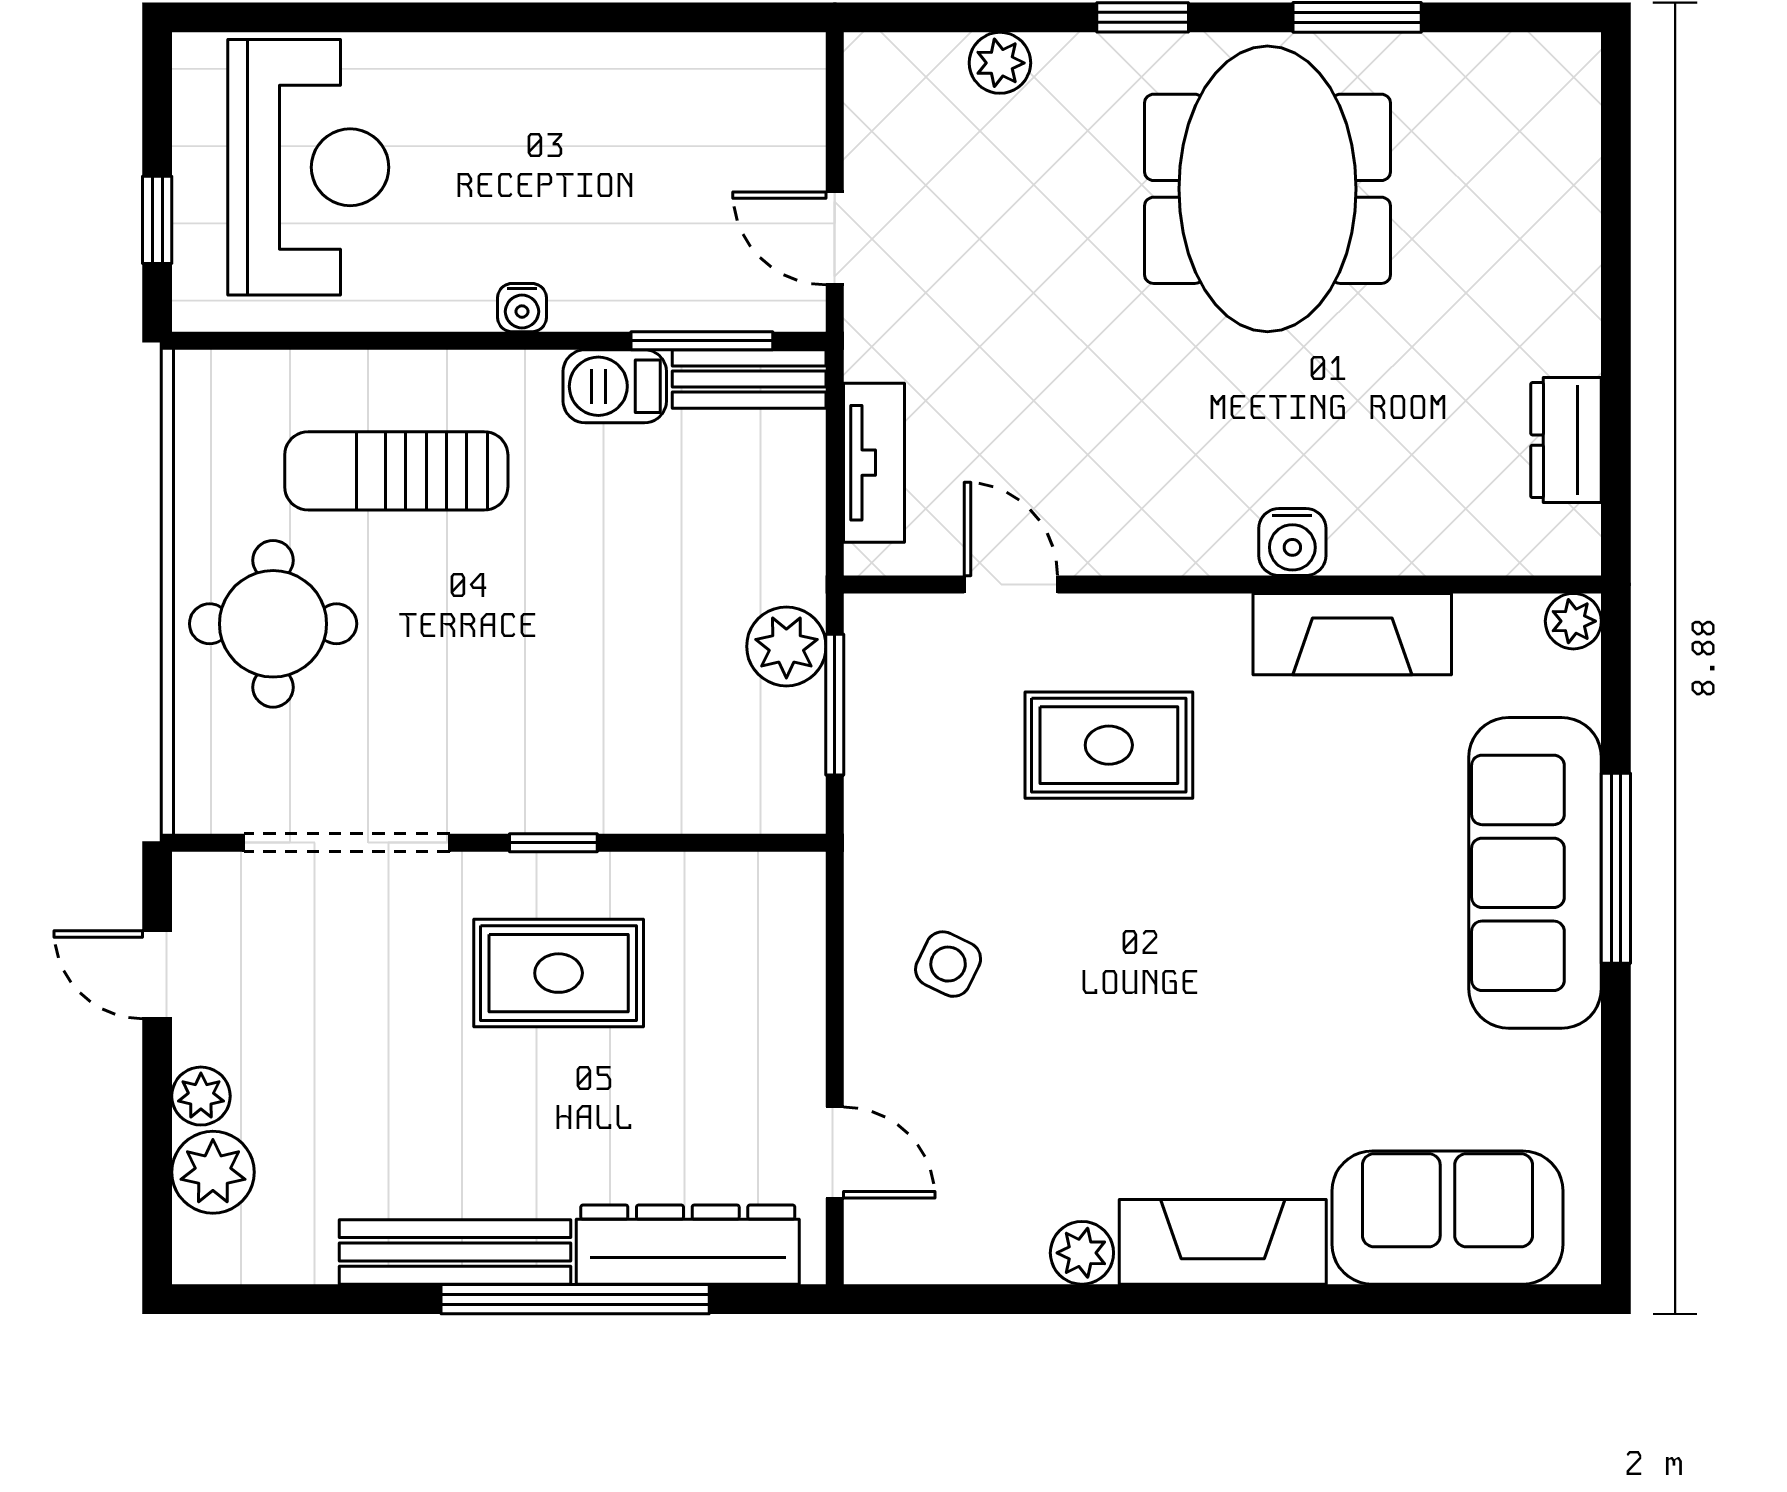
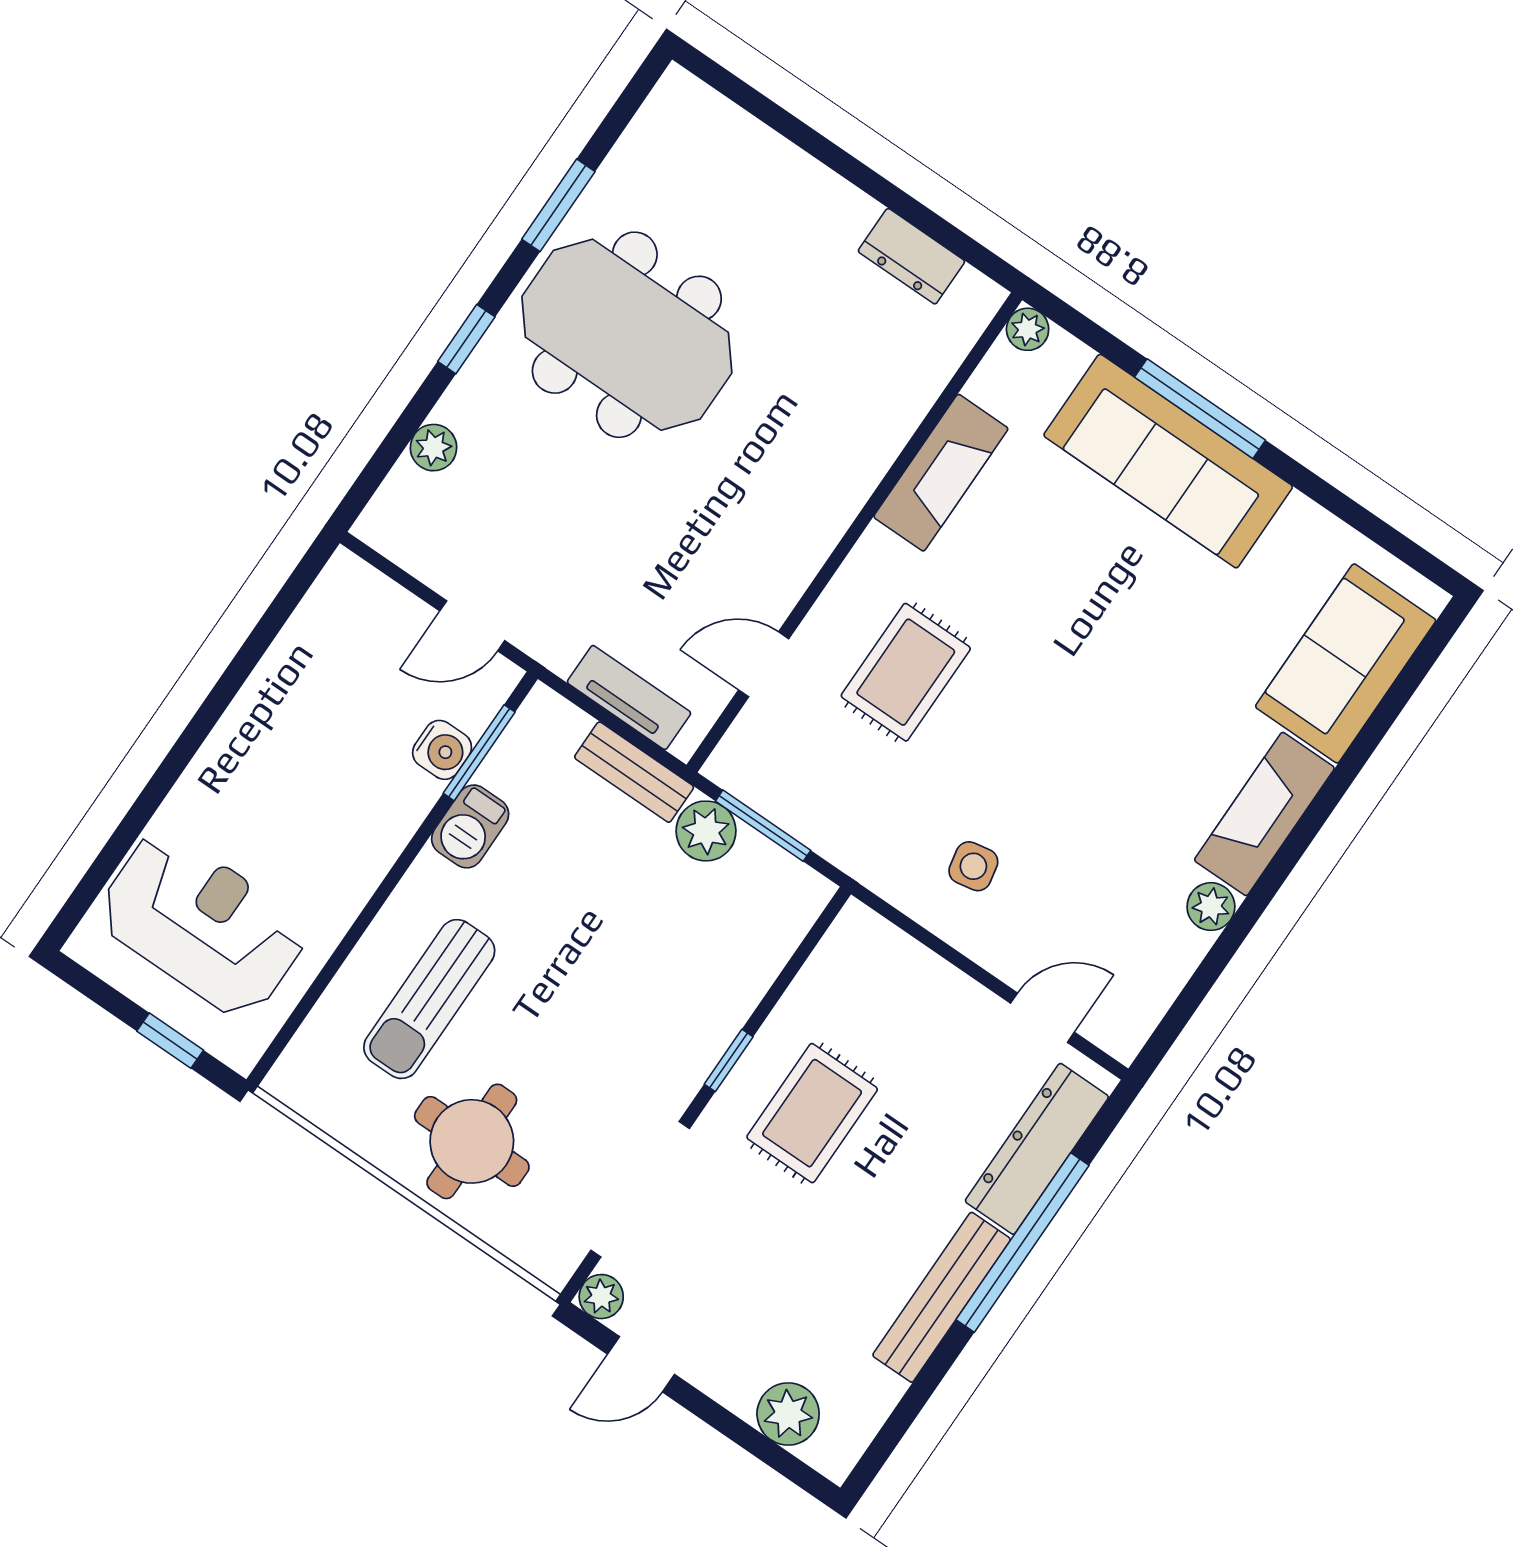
water cooler: (522, 308) -> (442, 750), moved, width x1.38, depth x1.38
bench: (749, 379) -> (634, 772), moved, turned 90
water cooler: (1292, 542) -> (858, 471), removed
side table: (948, 964) -> (973, 866), turned -37
plant: (201, 1096) -> (601, 1297), moved

